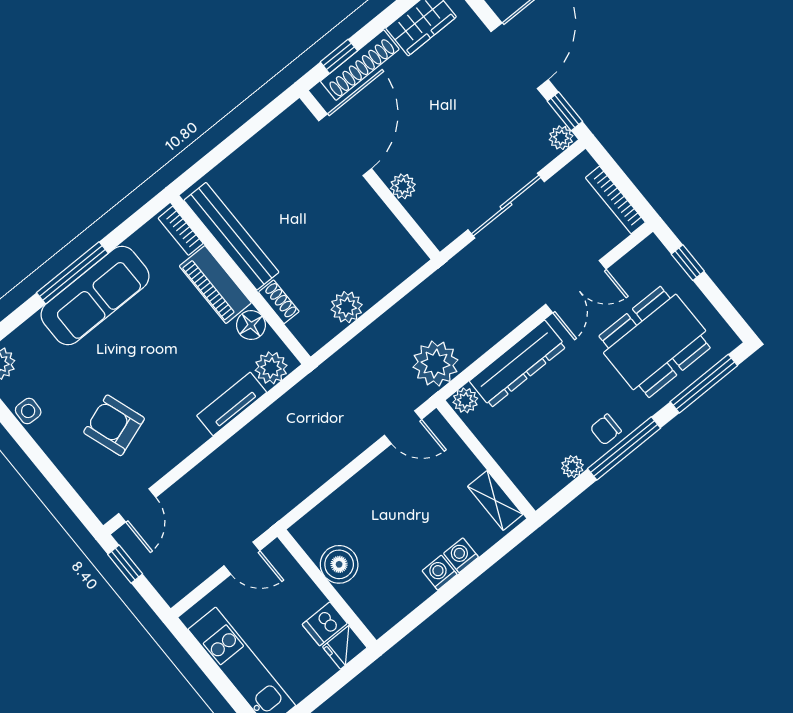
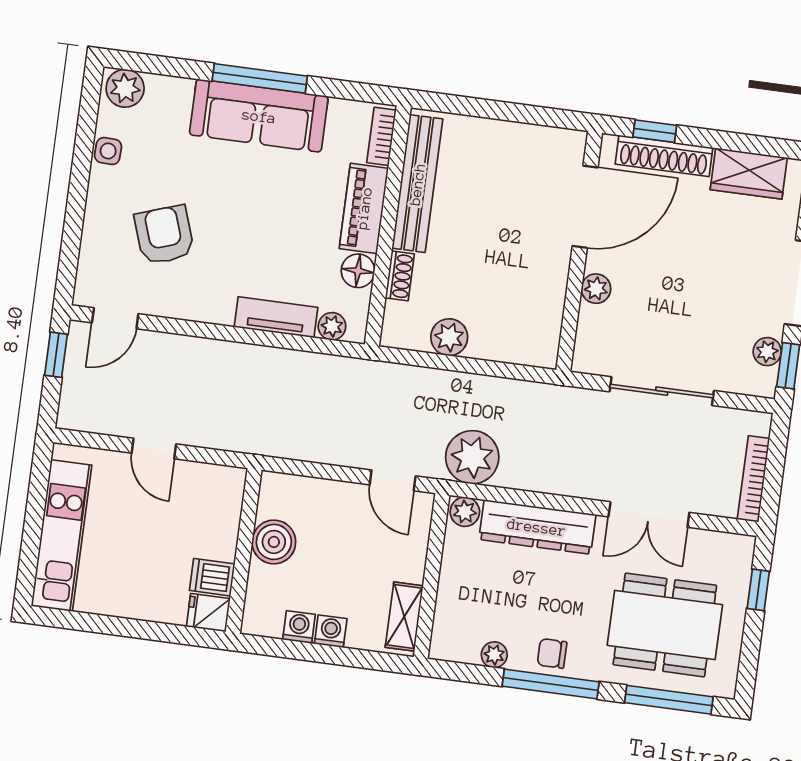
plant: (561, 138) -> (767, 352), moved
plant: (271, 368) -> (332, 326), width x0.73, depth x0.73
boiler: (339, 564) -> (274, 542), moved
wall: (327, 589) -> (244, 551), moved
dishwasher: (325, 624) -> (212, 577), moved
fridge: (345, 647) -> (208, 613), moved

